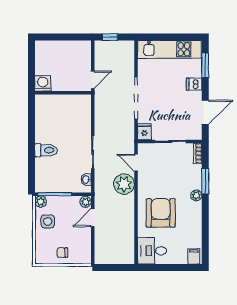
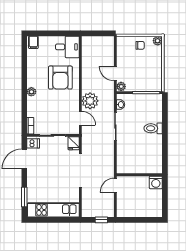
dishwasher: (194, 84) -> (33, 143), moved
window: (205, 181) -> (24, 103), removed
plant: (41, 202) -> (158, 41), moved
door: (93, 218) -> (115, 74), swing flipped
side table: (48, 221) -> (152, 71), removed

